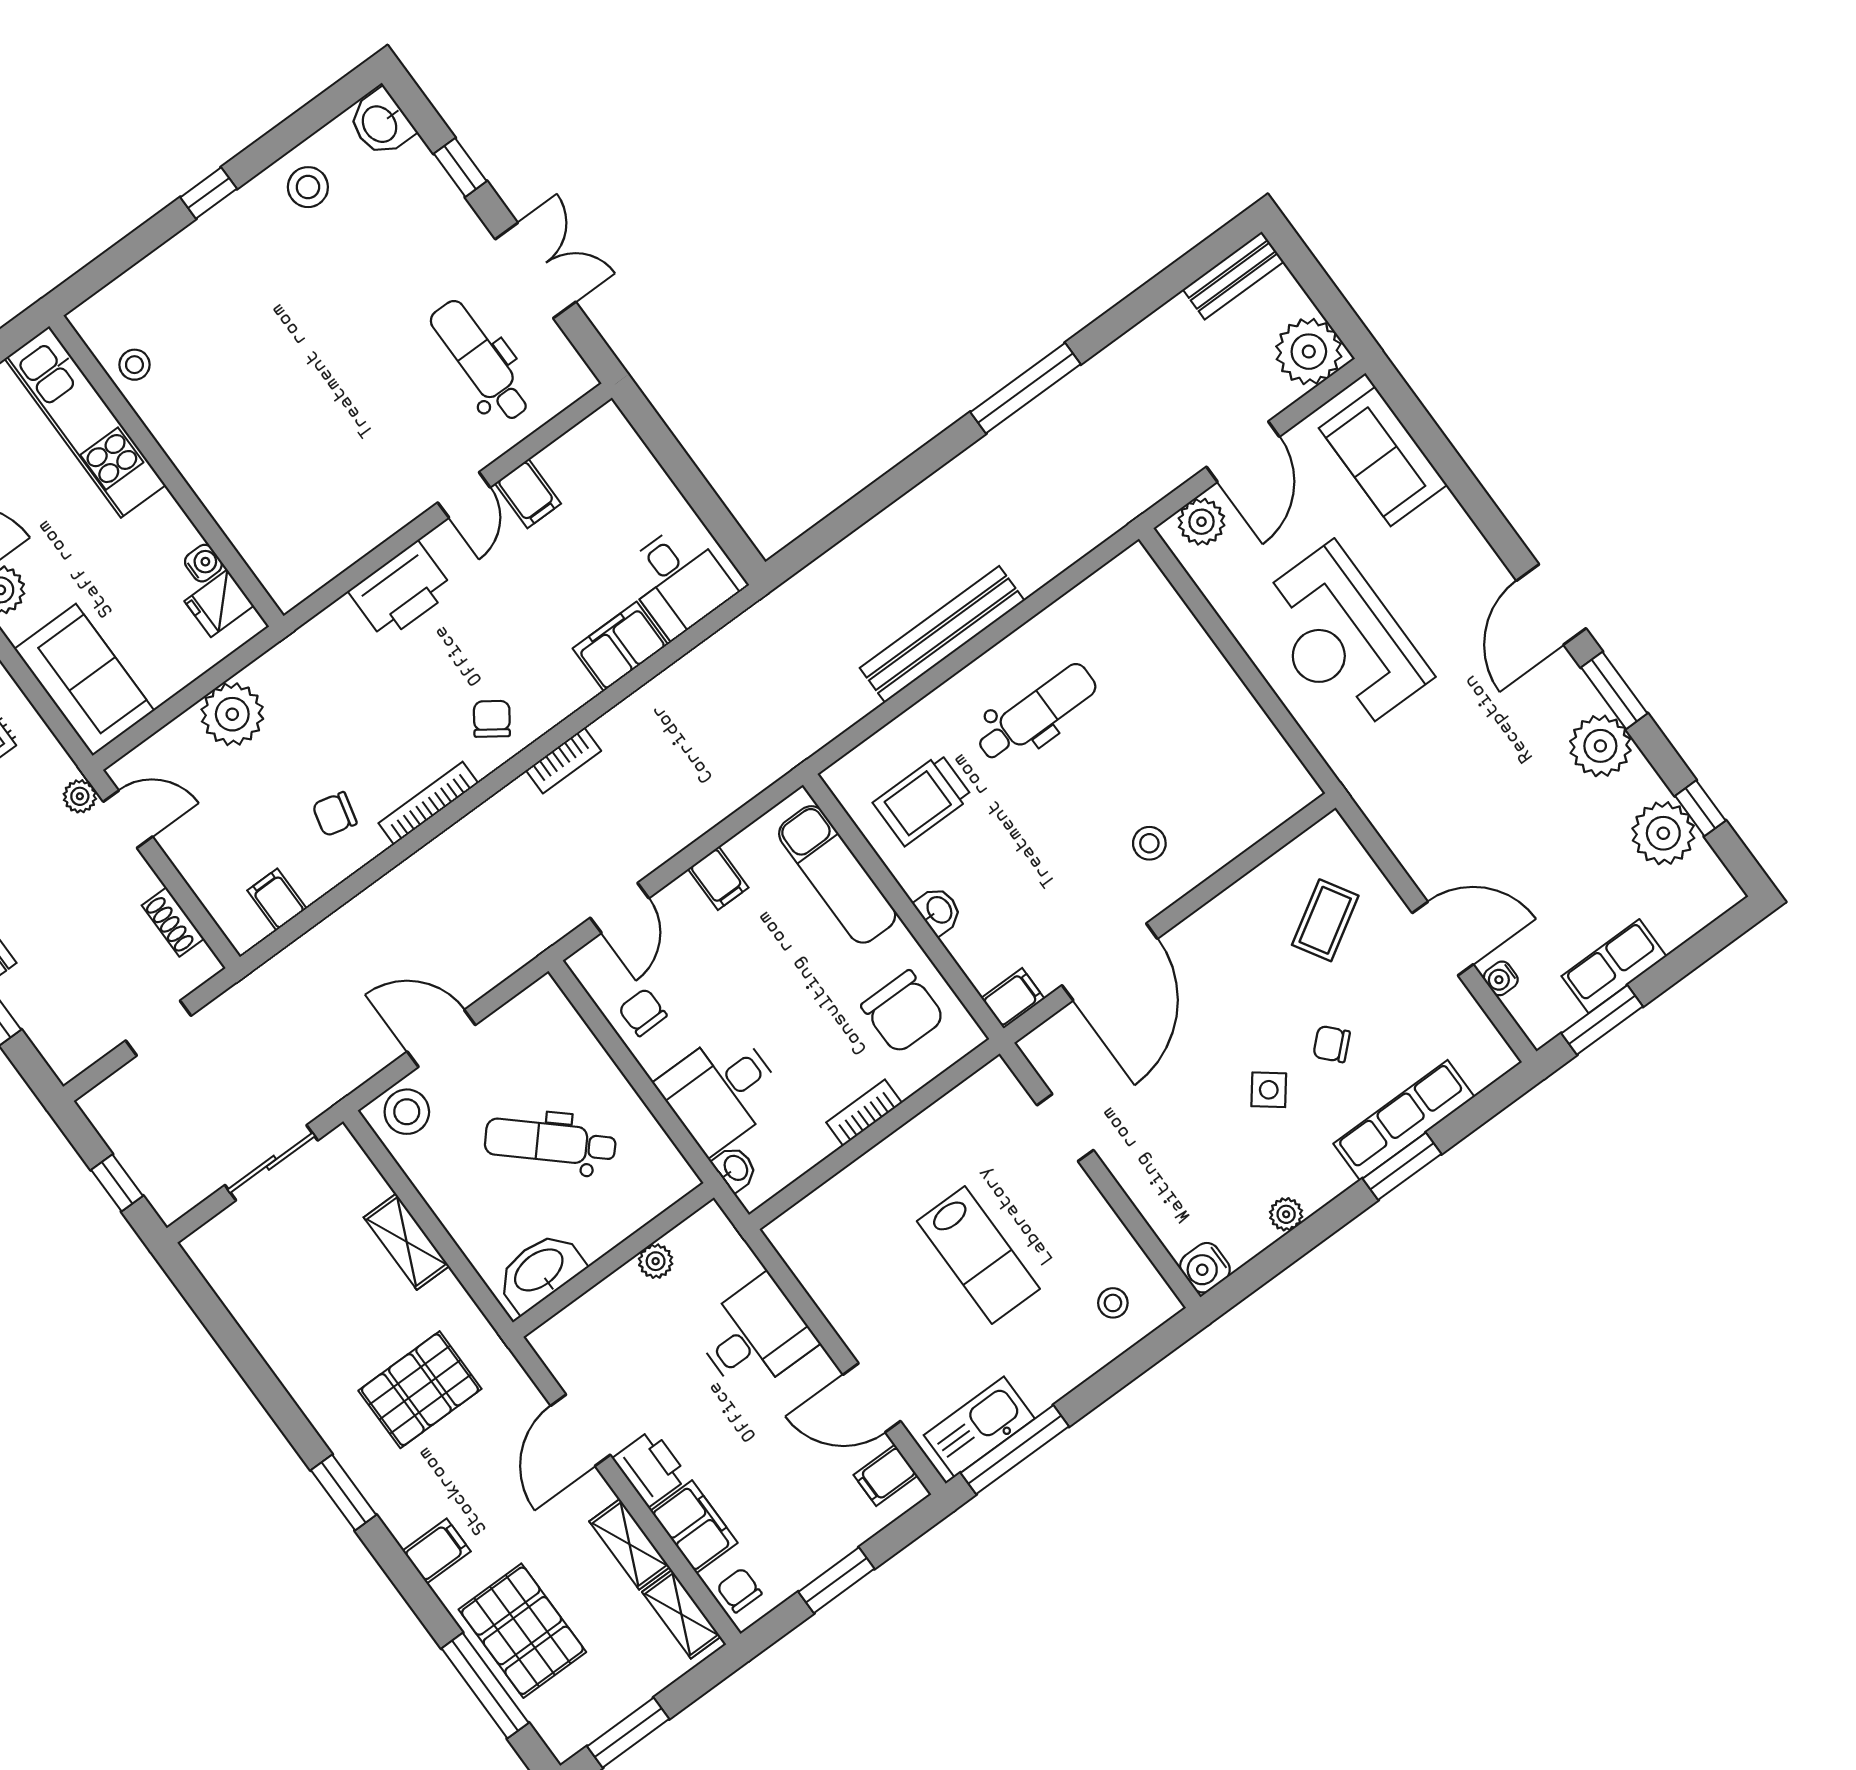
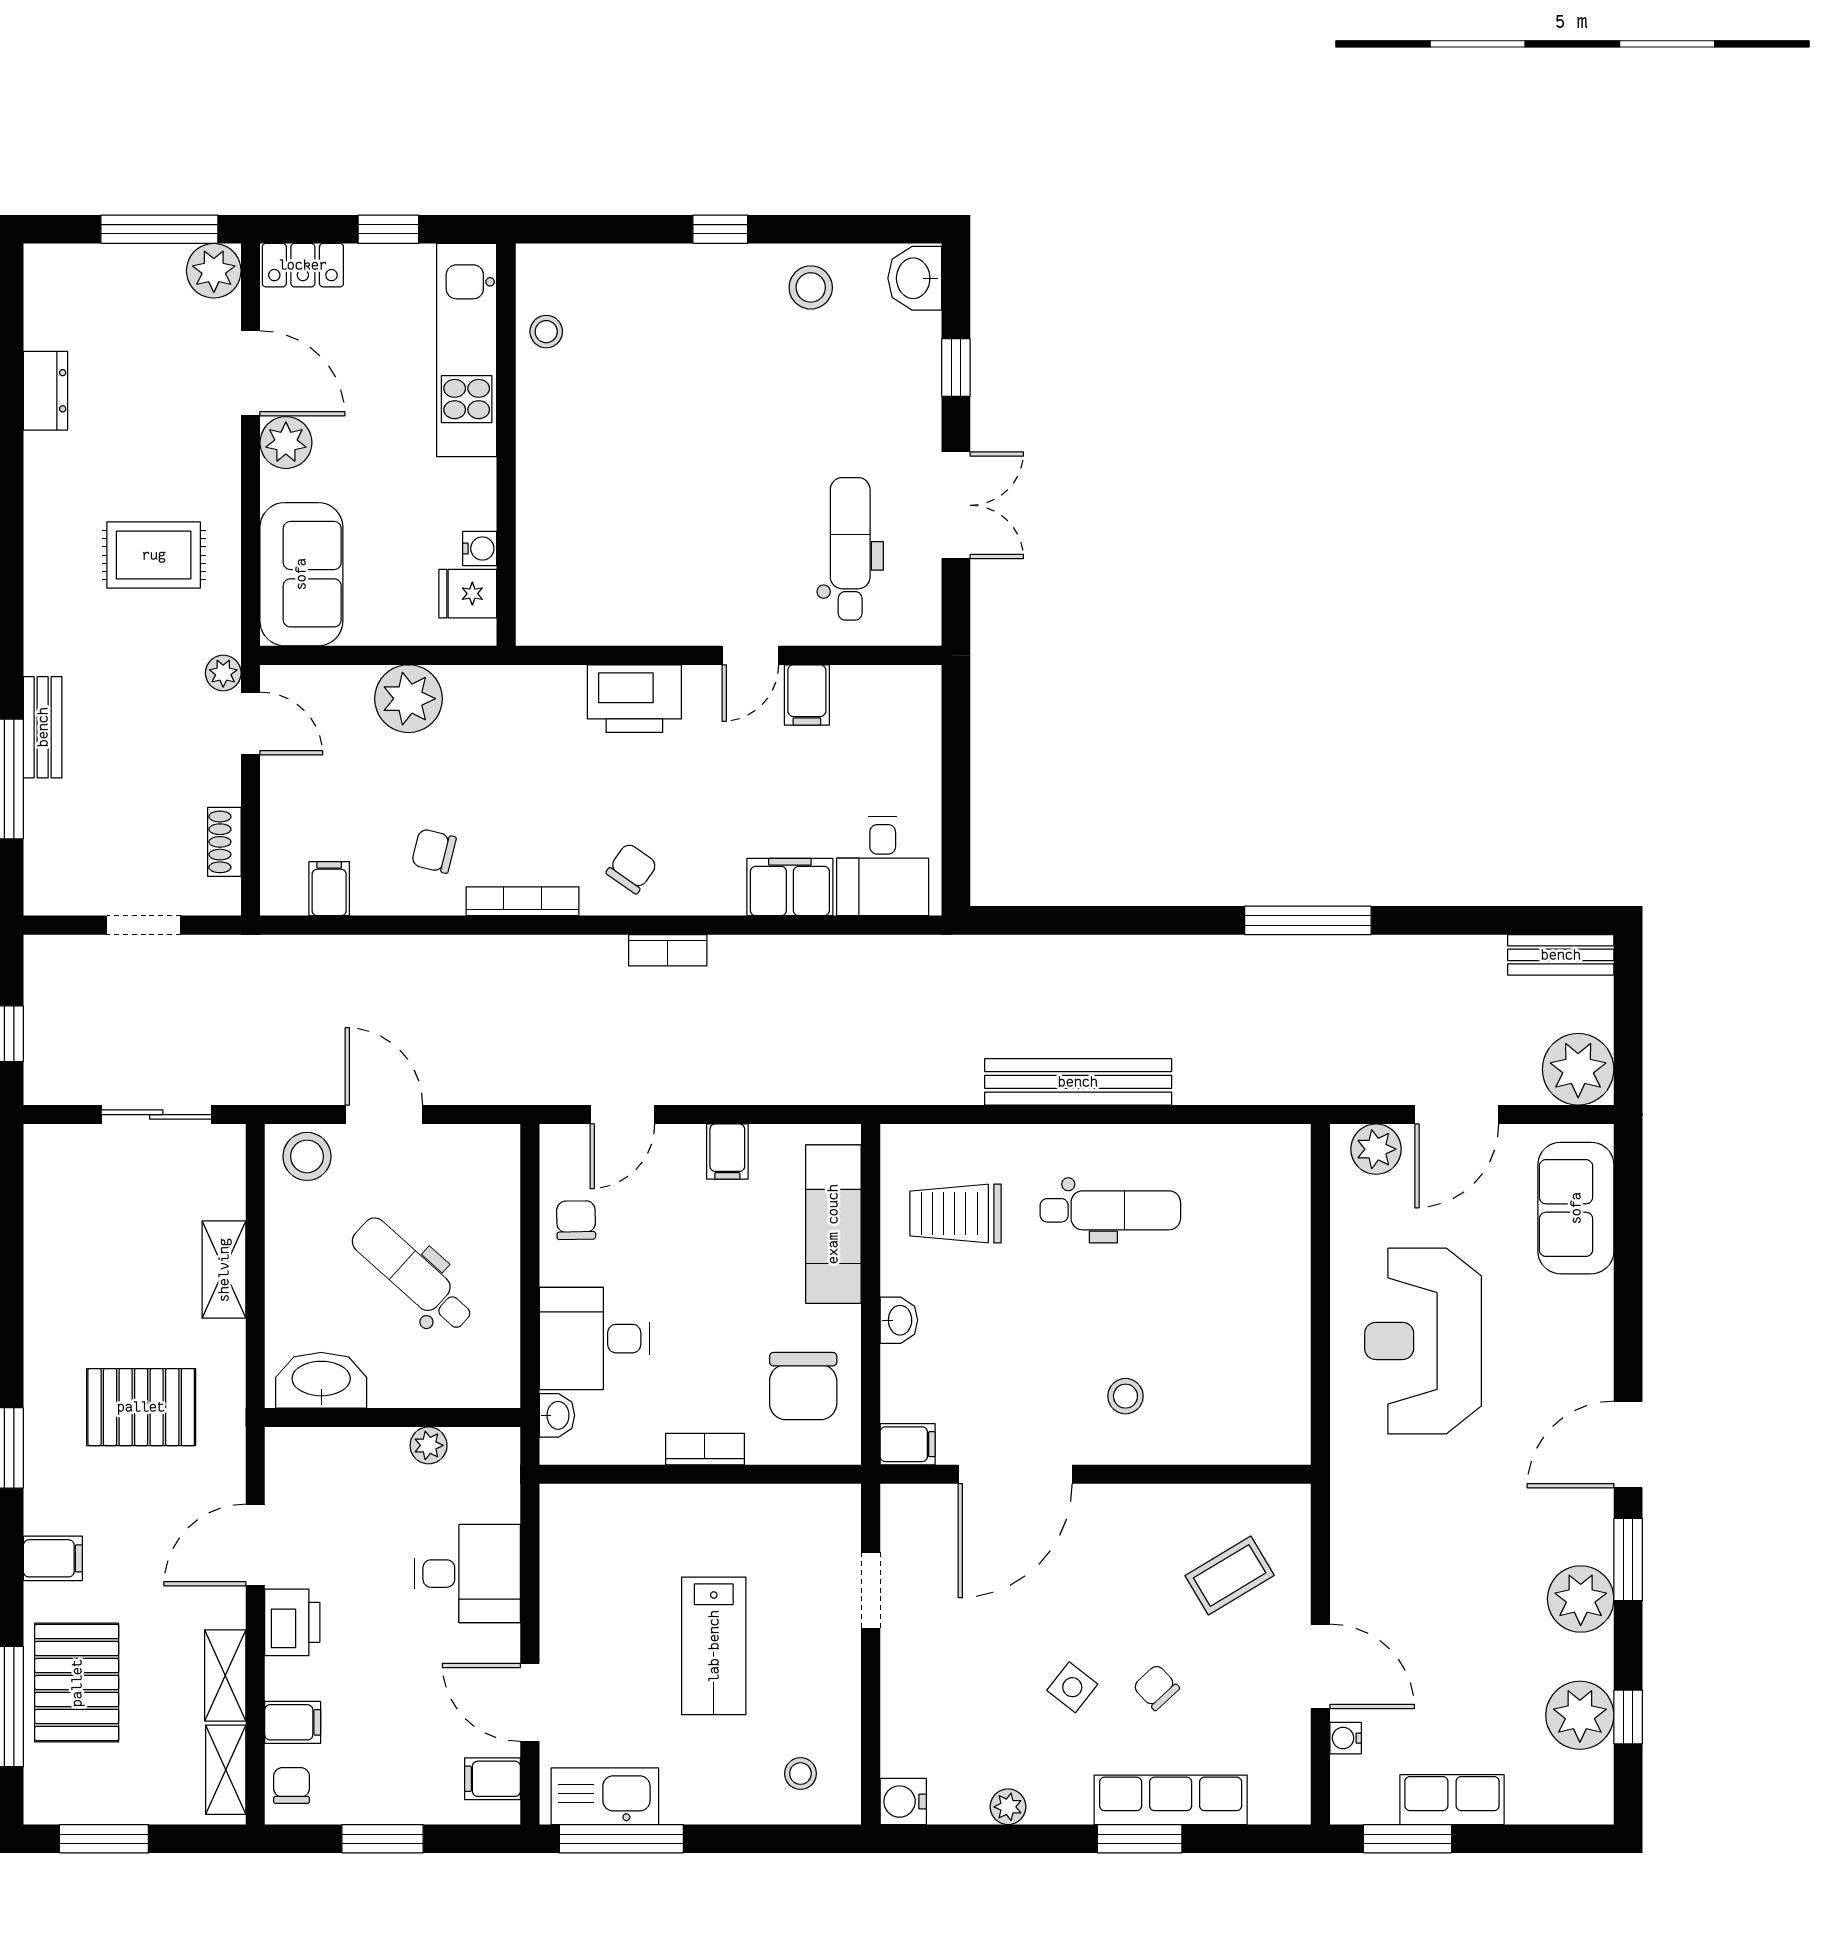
filing cabinet: (694, 1527) -> (293, 1722), width x0.50

